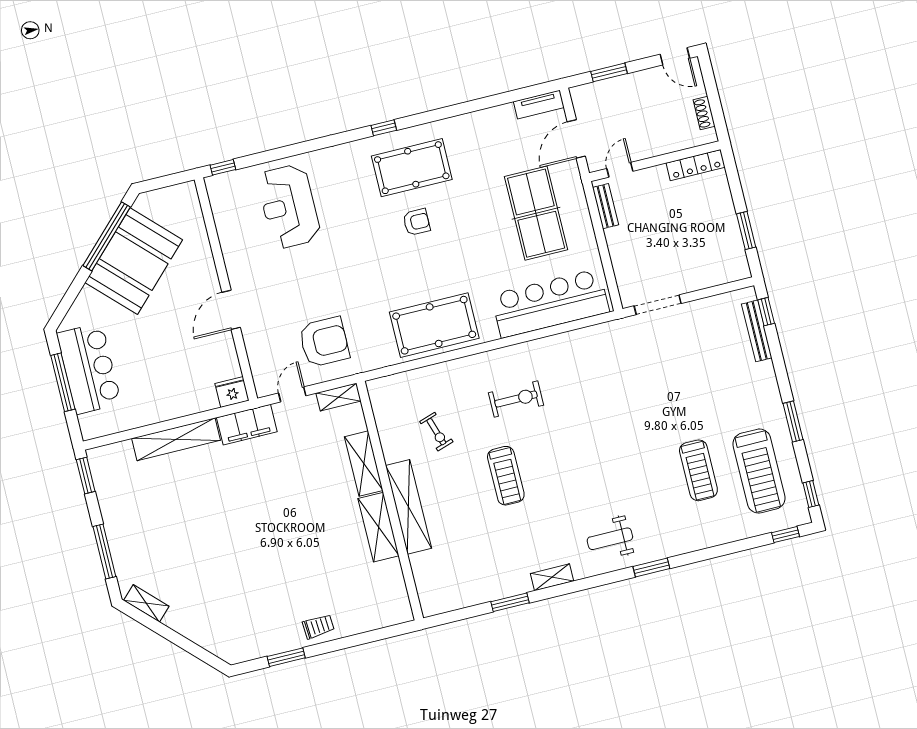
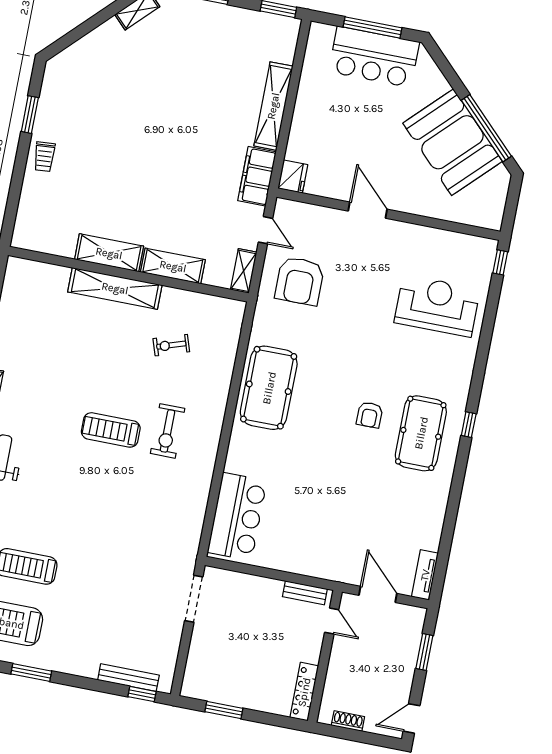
table tennis table: (536, 213) -> (328, 527), removed
bar counter: (550, 303) -> (237, 517), width x0.73
treadmill: (506, 476) -> (111, 430), moved

